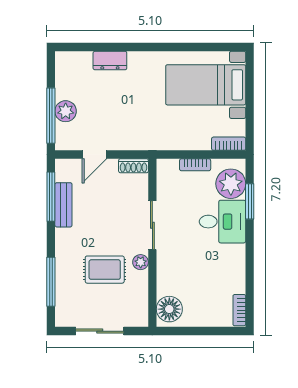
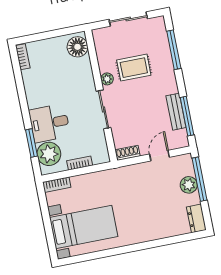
dresser: (110, 61) -> (196, 218), moved, turned -90

